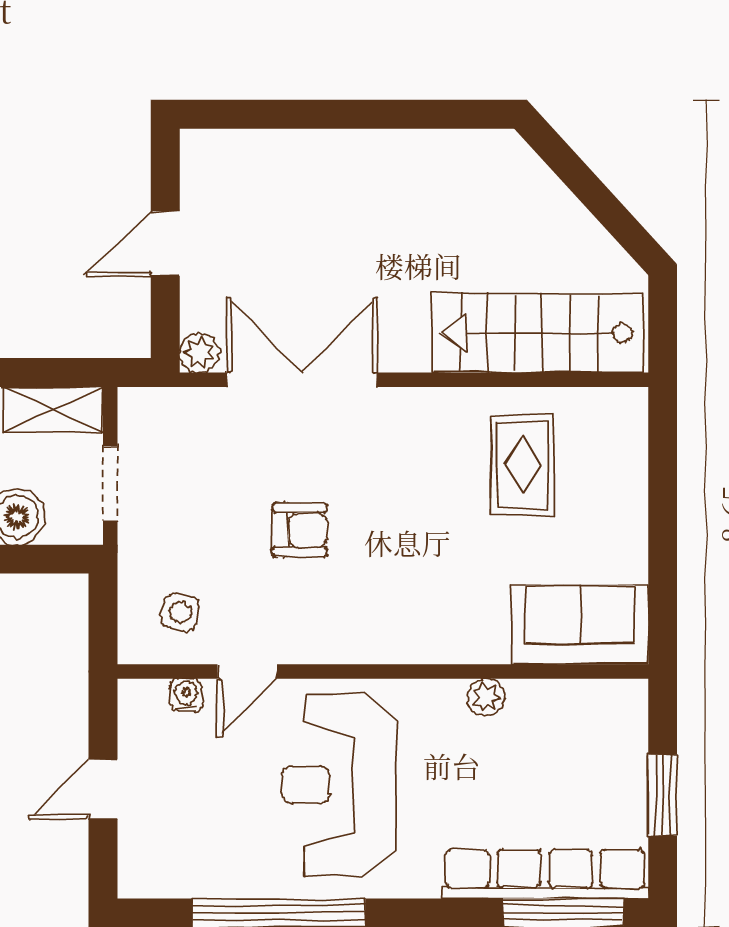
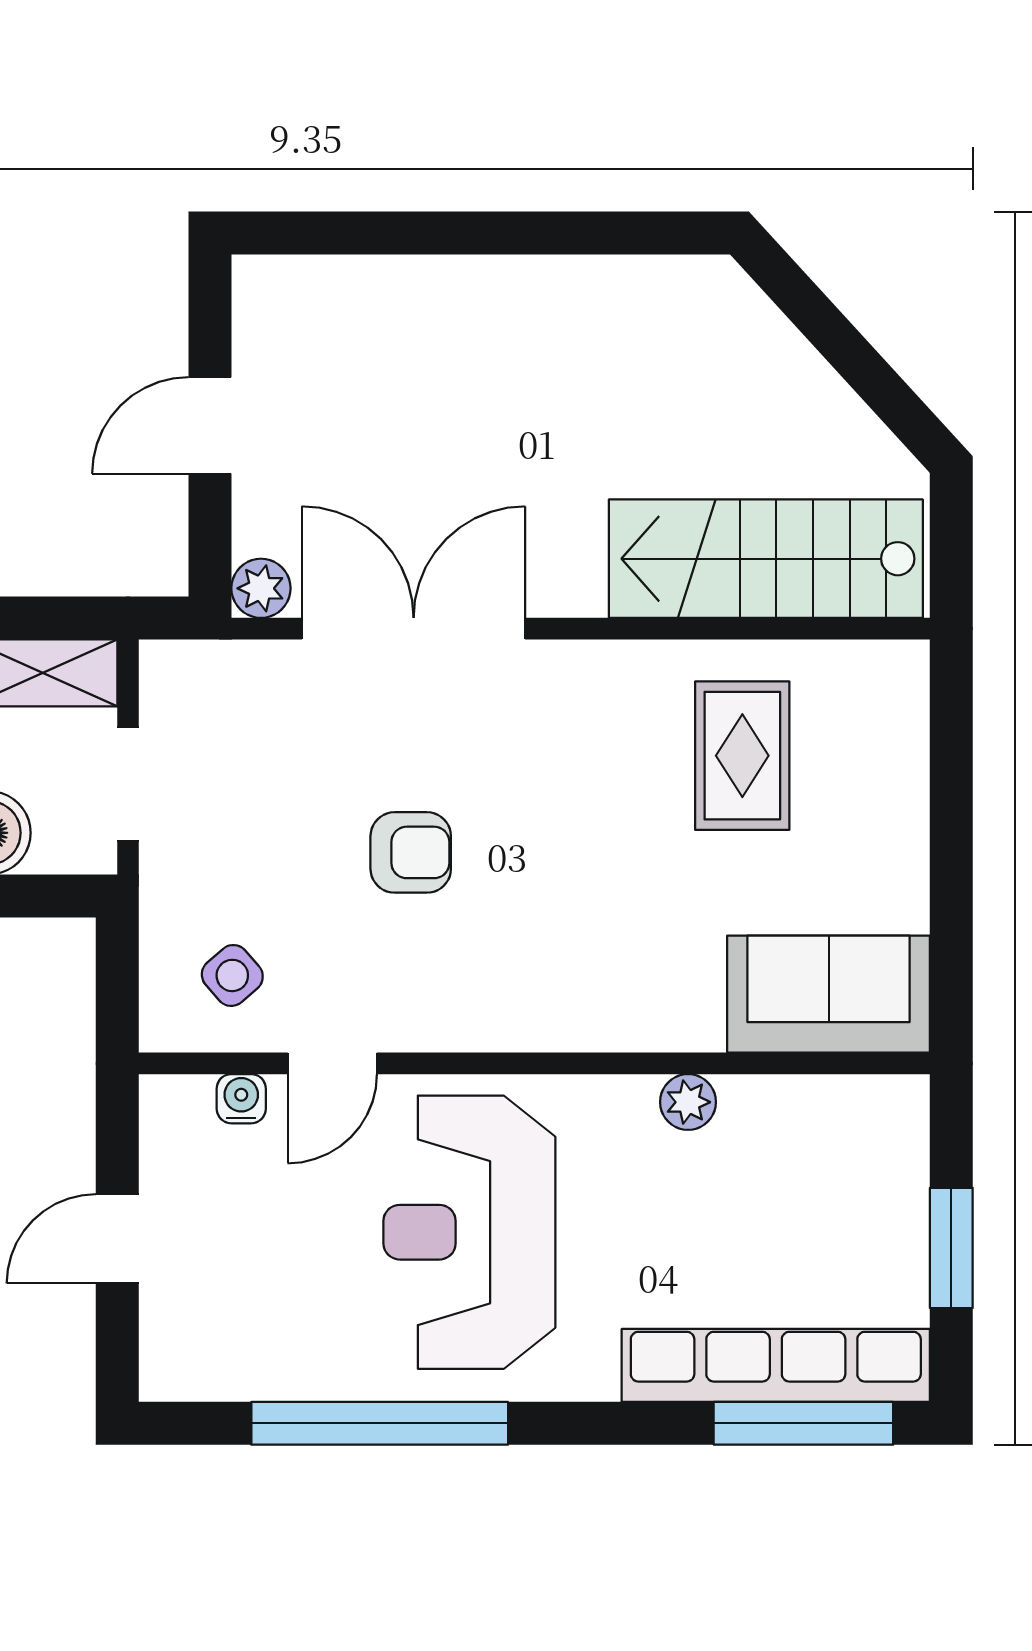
side table: (180, 612) -> (232, 975), turned 38

